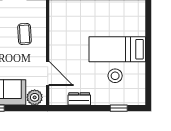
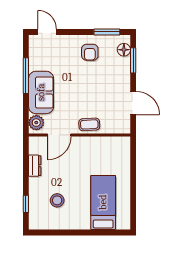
coffee table: (25, 34) -> (89, 124), moved
bed: (117, 49) -> (103, 202), moved

